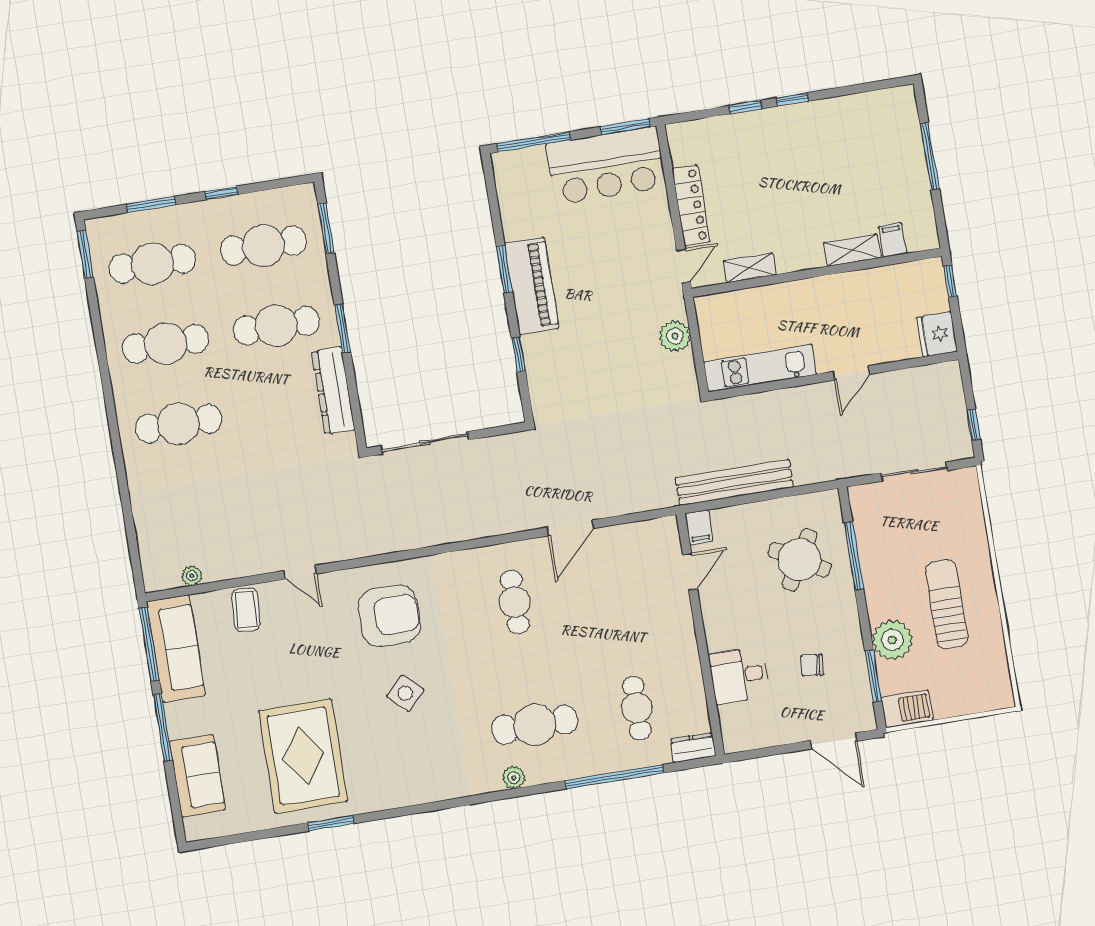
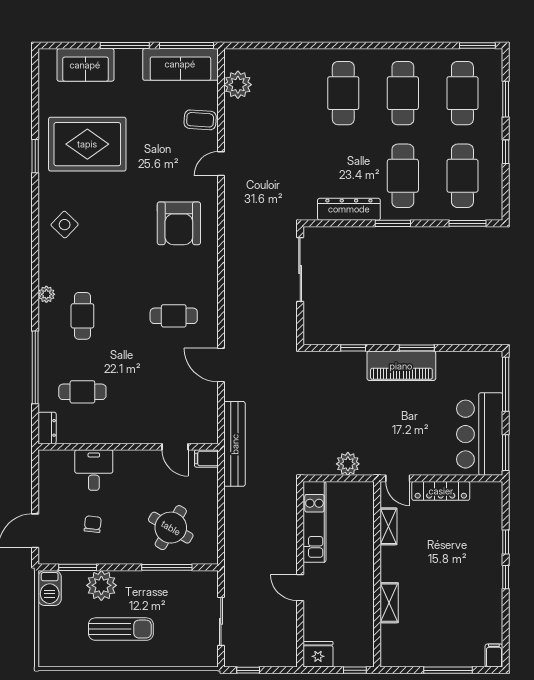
filing cabinet: (892, 240) -> (494, 656), moved, turned -90
bench: (734, 482) -> (235, 444), moved
plant: (192, 576) -> (238, 85), width x1.88, depth x1.88
side table: (405, 693) -> (65, 225), moved
cafe table: (535, 725) -> (82, 316), width x0.73, depth x0.74

